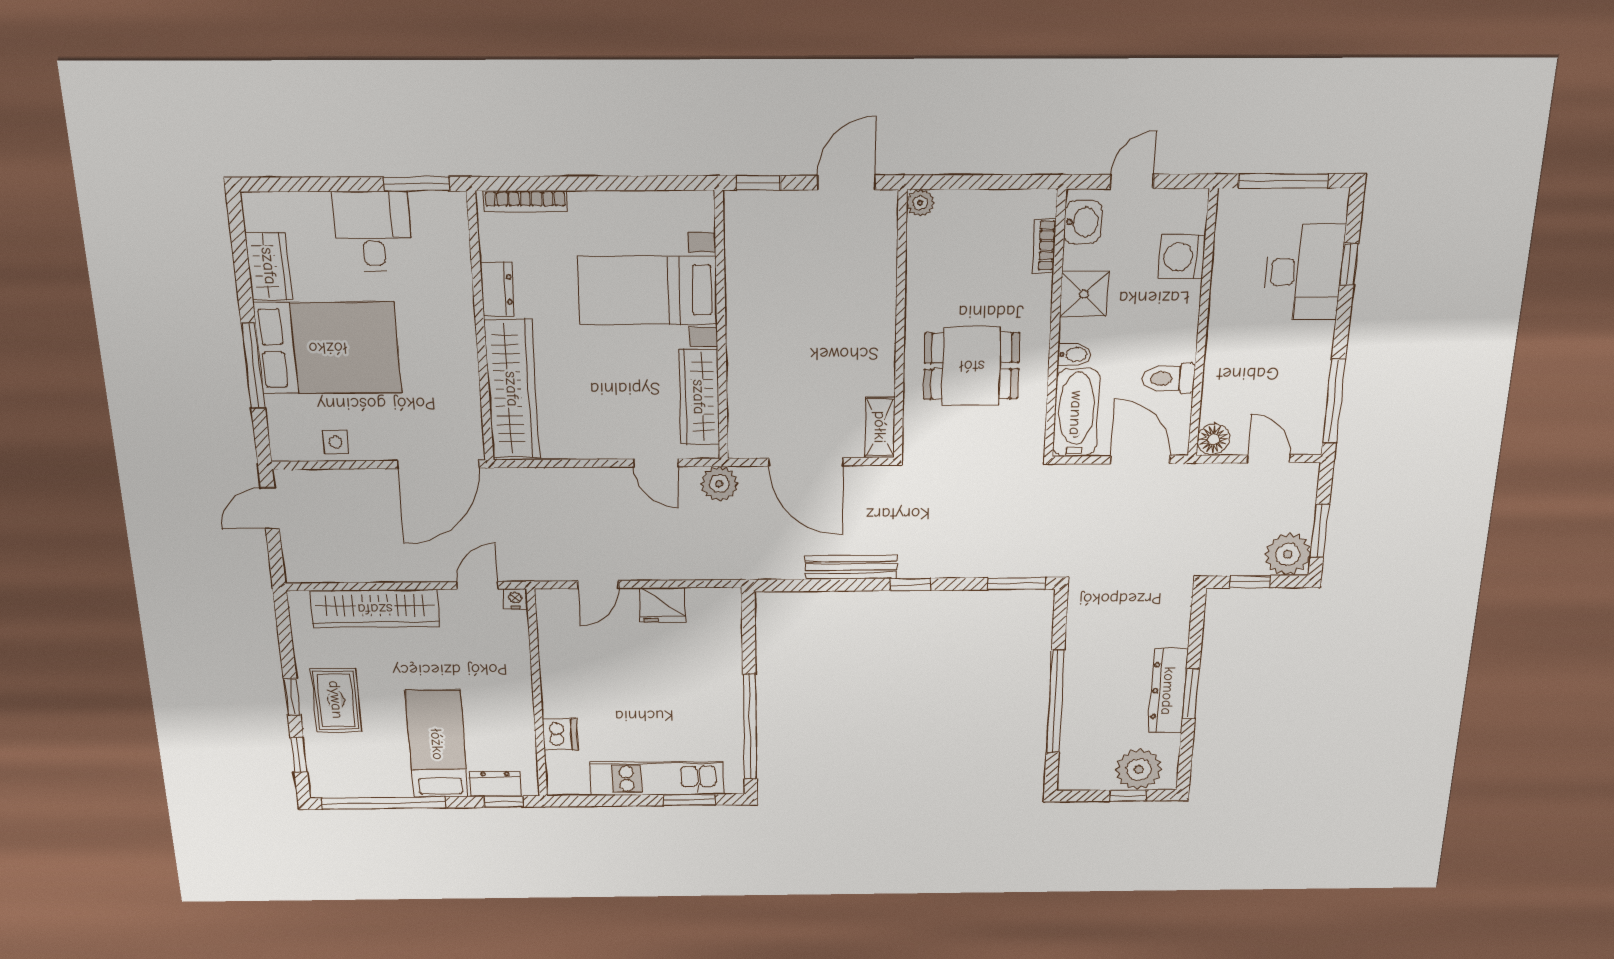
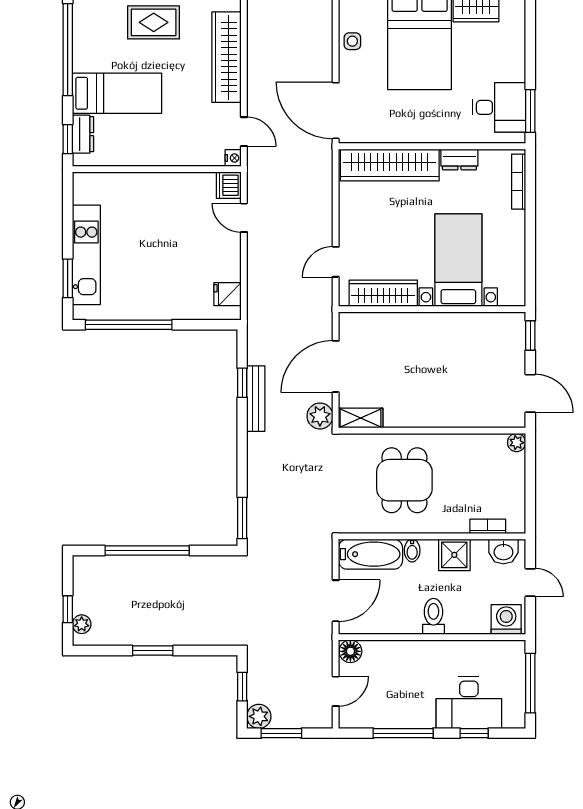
desk: (372, 232) -> (499, 107), moved
washing machine: (1182, 257) -> (506, 619), moved
toilet: (1168, 378) -> (433, 616), moved
window: (1334, 401) -> (403, 733), moved
plant: (719, 484) -> (320, 416), moved
plant: (1288, 554) -> (259, 716), width x0.73, depth x0.73
window: (911, 584) -> (242, 383), moved
fridge: (662, 605) -> (227, 294), moved, width x0.72
dresser: (1168, 691) -> (155, 634), removed
dishwasher: (560, 734) -> (229, 185), moved, turned 90
plant: (1139, 769) -> (82, 624), width x0.53, depth x0.53

